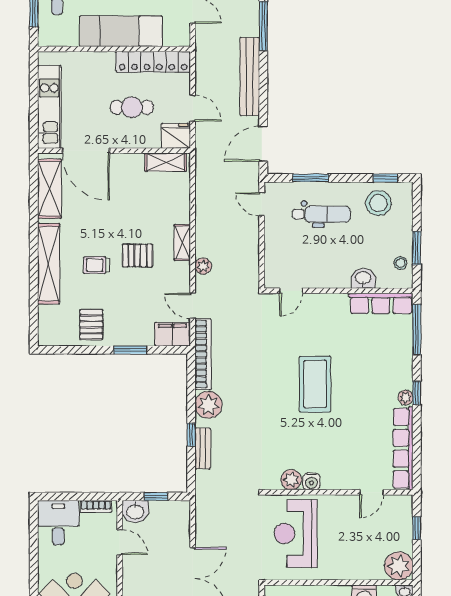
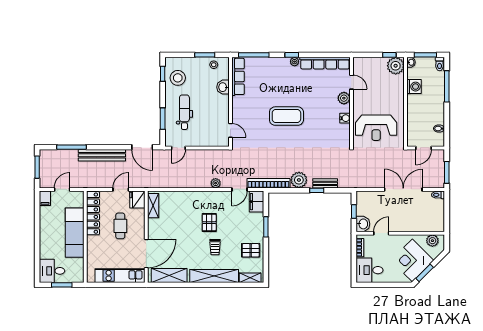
shelving: (182, 243) -> (250, 278), moved
plant: (291, 480) -> (344, 98), moved
window: (417, 528) -> (389, 55), moved

